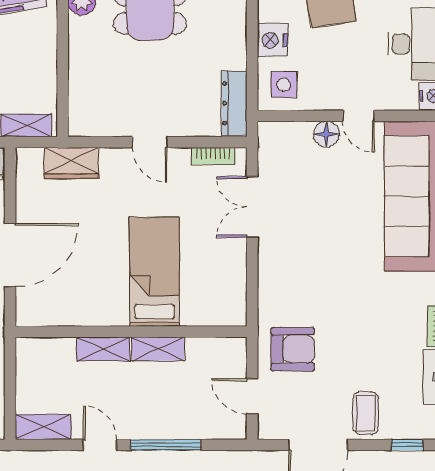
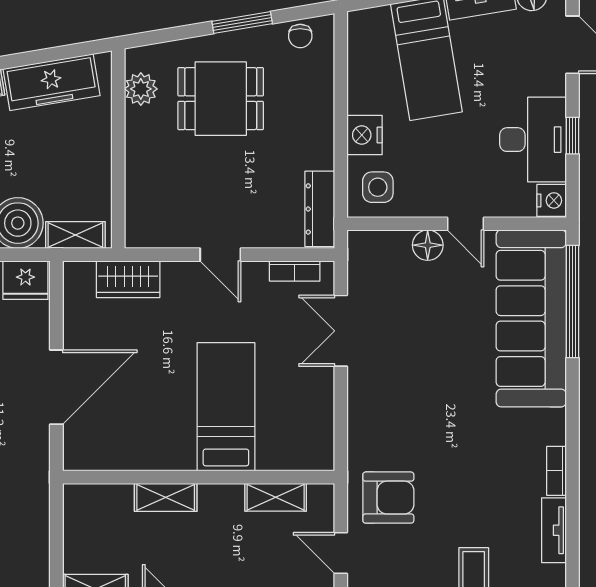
shelving: (158, 349) -> (276, 497), moved

